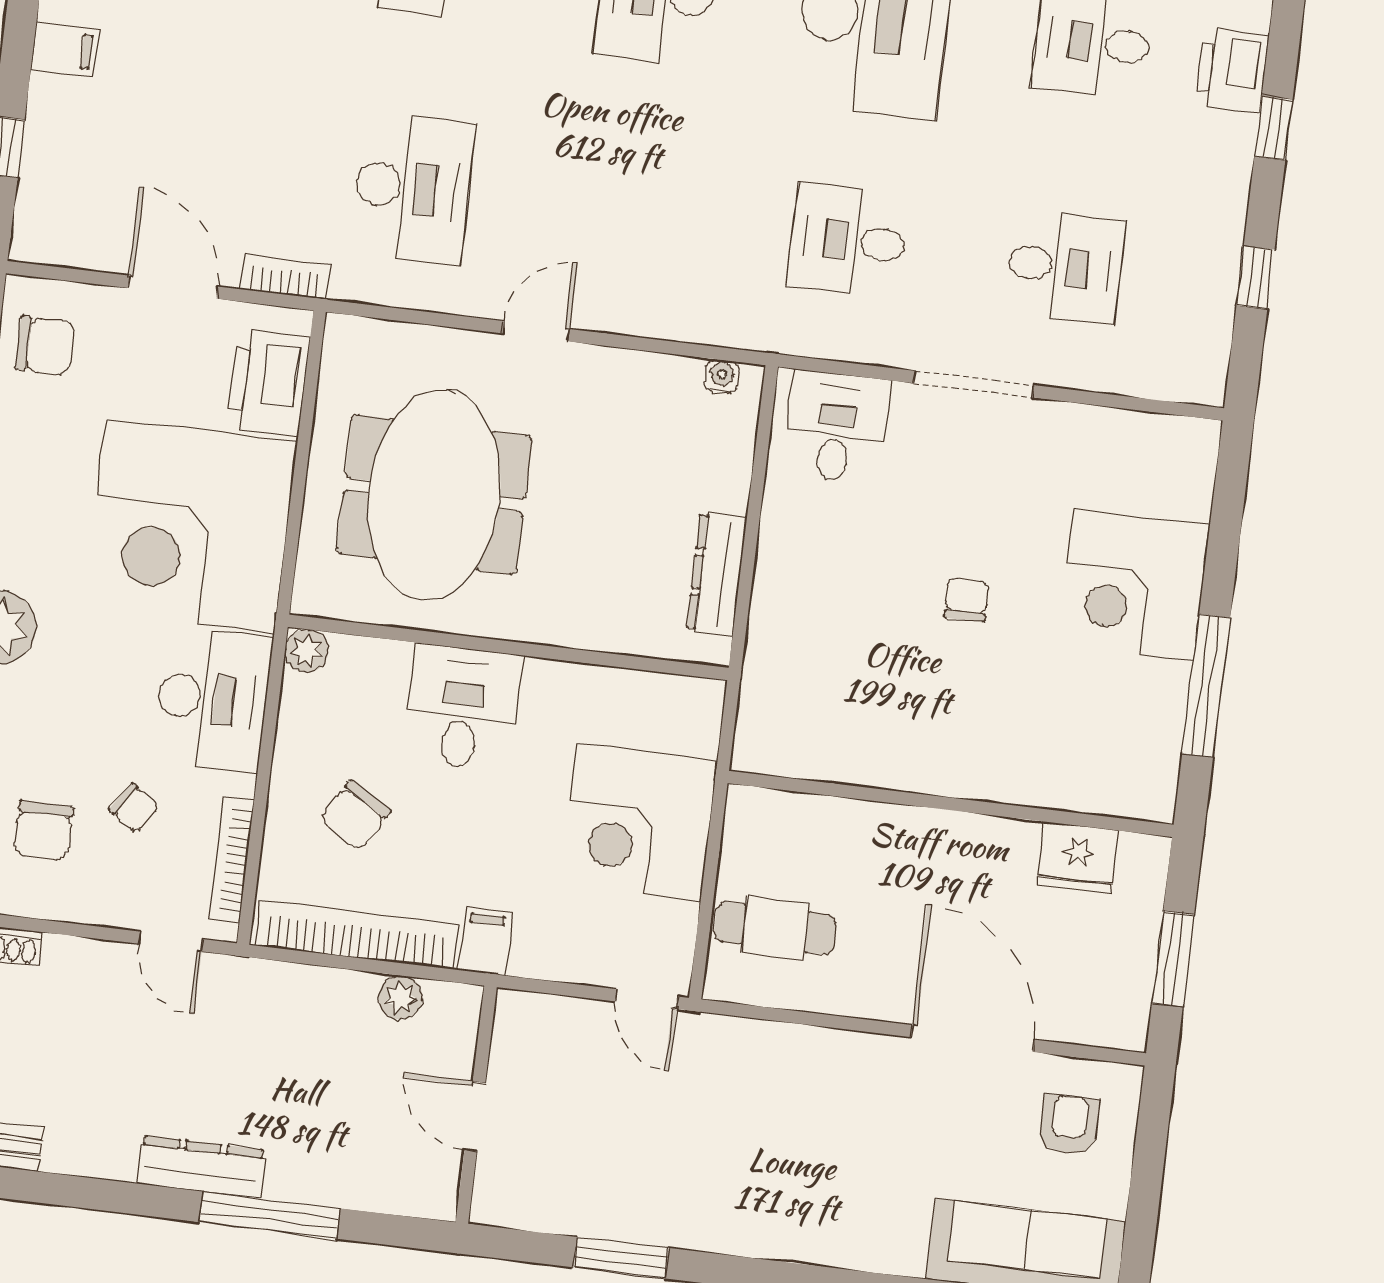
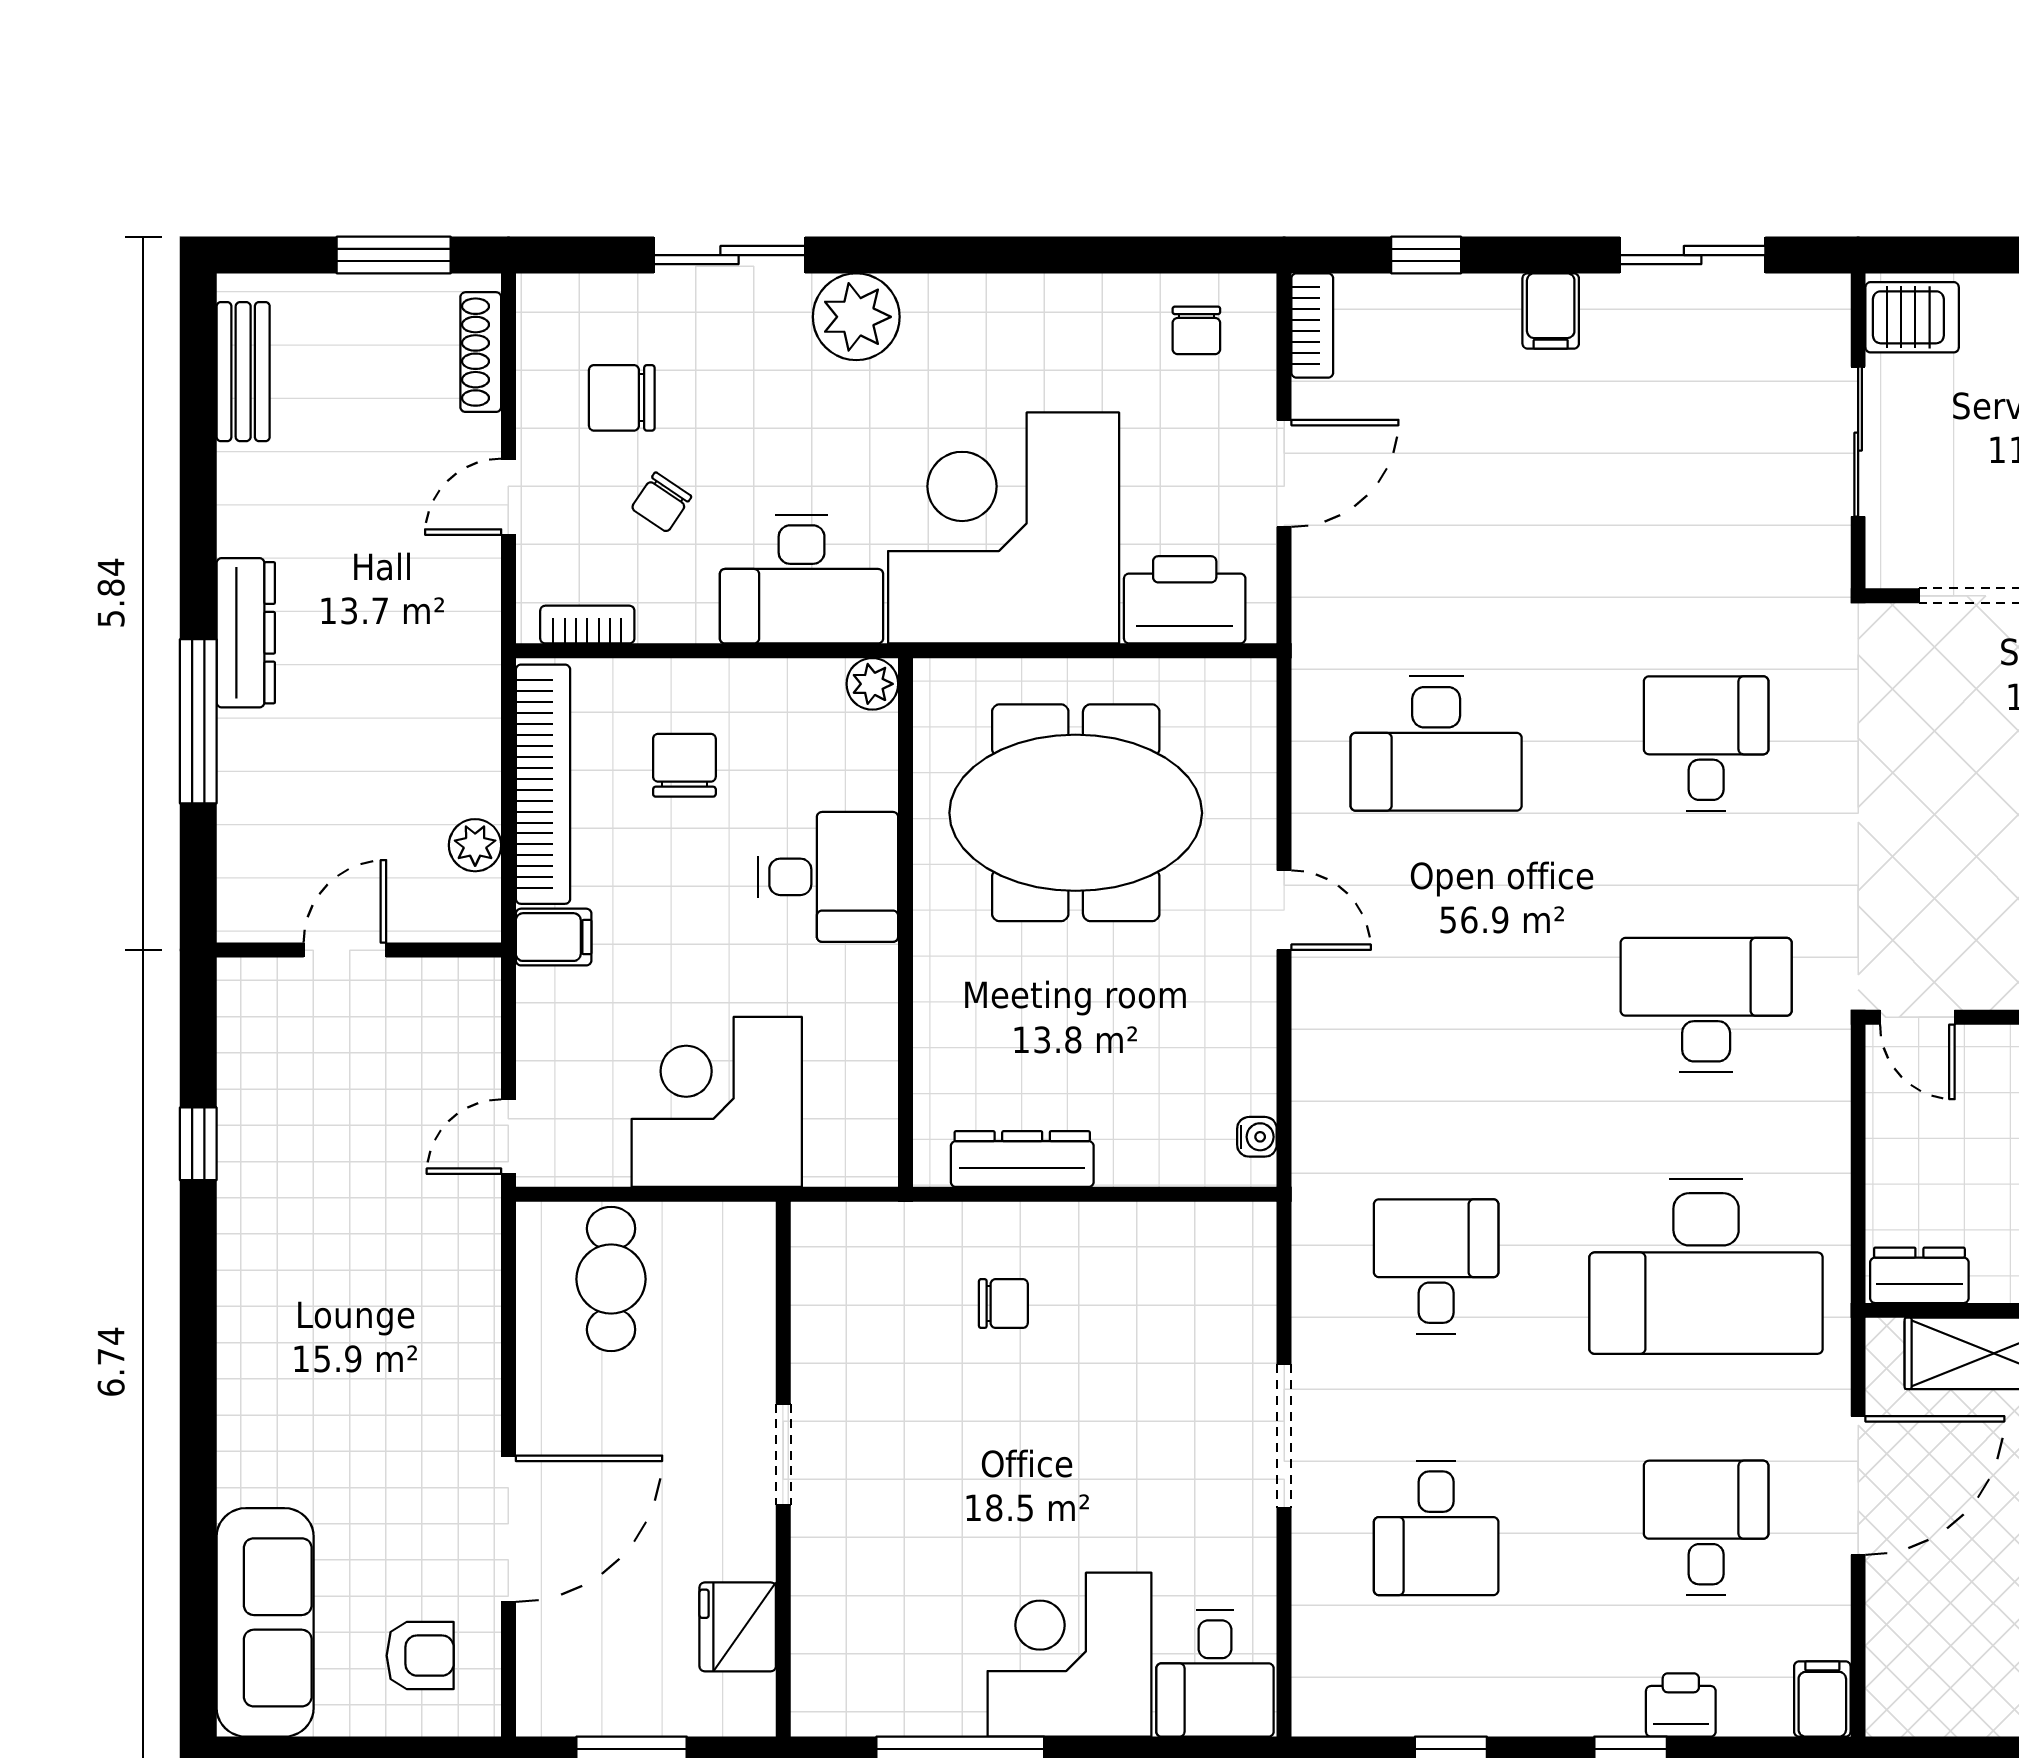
printer: (1232, 70) -> (1681, 1705), width x0.73, depth x0.81
bookcase: (285, 277) -> (1312, 325), moved
chair: (45, 346) -> (1196, 330), width x0.73, depth x0.73
desk: (836, 427) -> (1215, 1673), moved, turned 90
chair: (967, 600) -> (1003, 1304), moved
doorway: (938, 802) -> (783, 1454), added
chair: (355, 815) -> (684, 765), turned 59
bookcase: (231, 860) -> (587, 625), width x0.64
door: (171, 941) -> (508, 497), moved
window: (621, 1258) -> (198, 1144), width x0.67

